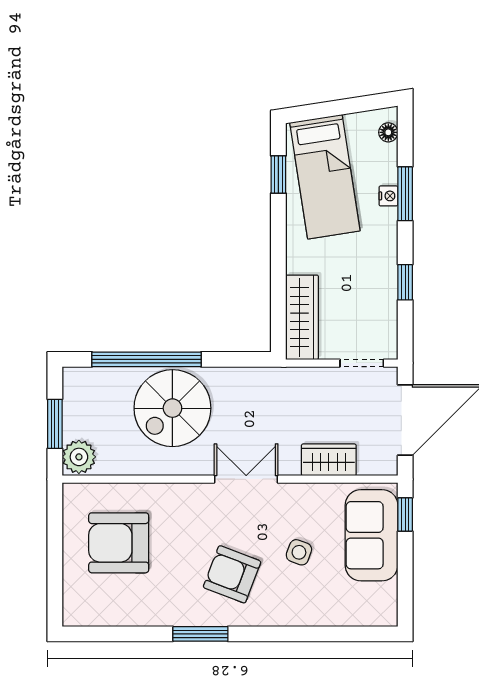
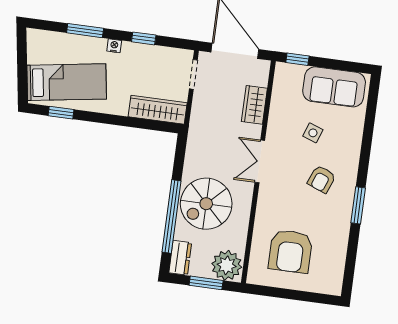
floor lamp: (388, 132) -> (43, 36), removed
nightstand: (388, 196) -> (114, 46), moved
dresser: (87, 380) -> (180, 258), added
spiral stairs: (172, 408) -> (206, 204), turned 90
plant: (79, 457) -> (227, 265), width x1.36, depth x1.36
sofa: (371, 535) -> (334, 87), moved
armchair: (232, 574) -> (322, 179), width x0.72, depth x0.72

